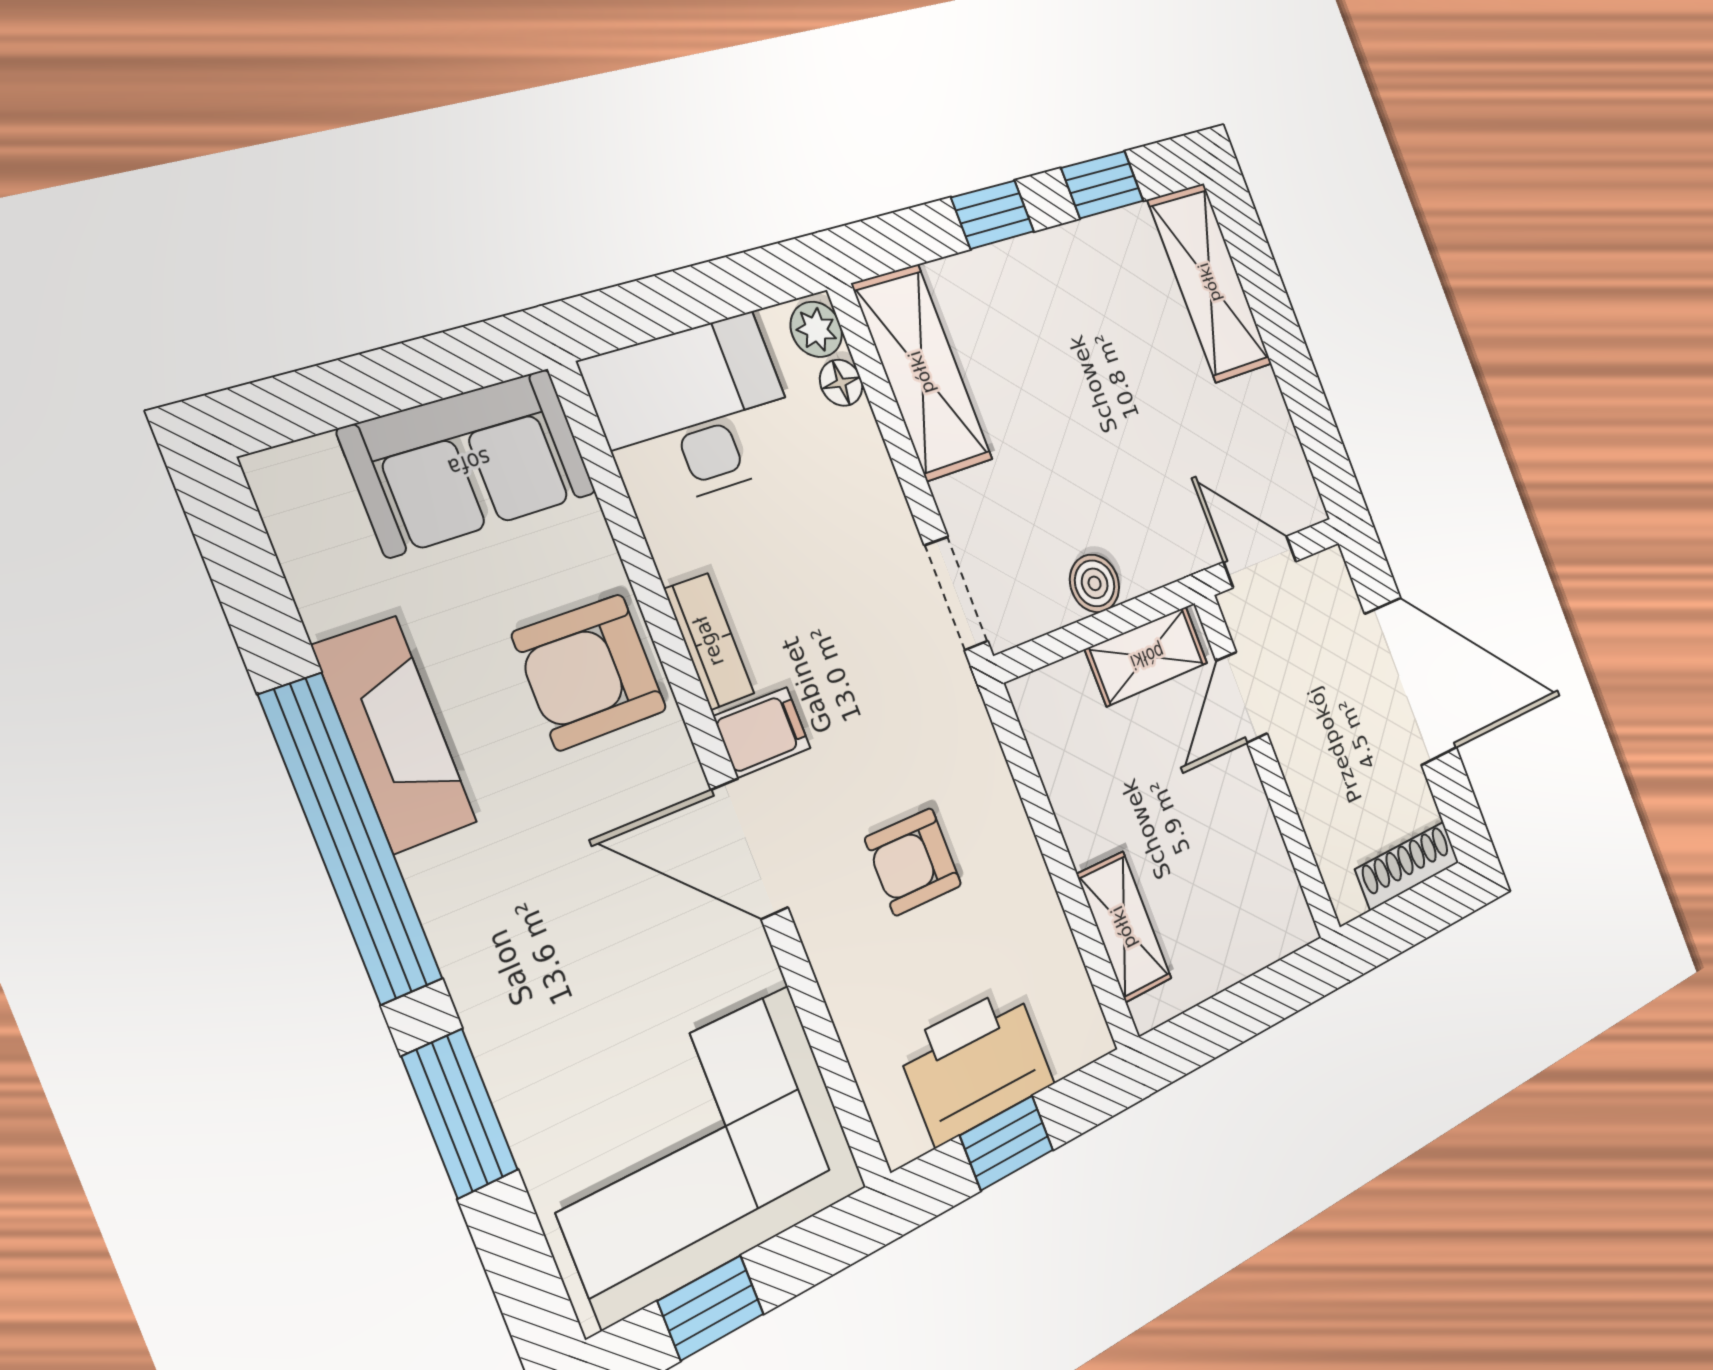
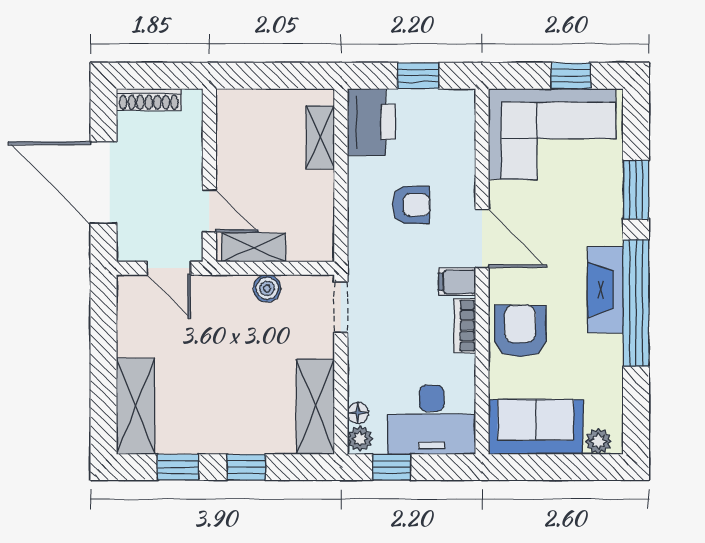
window: (733, 286) -> (392, 467), added
plant: (309, 471) -> (599, 441), added
armchair: (590, 672) -> (520, 331), turned -90
door: (1242, 697) -> (209, 211), hinge flipped
fireplace: (395, 734) -> (605, 290), moved
printer: (976, 1065) -> (371, 122), moved, turned -90

